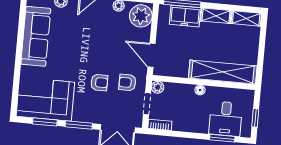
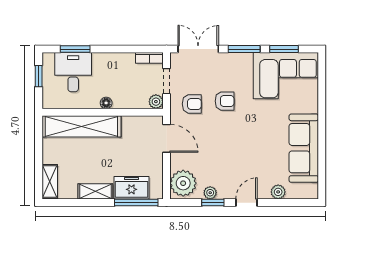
shelving: (246, 18) -> (50, 181), moved, turned 90
armchair: (99, 82) -> (225, 101), turned 180

